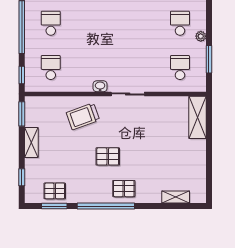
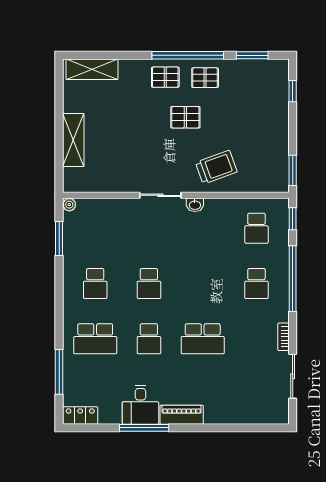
plant: (201, 36) -> (69, 205), moved
school desk: (180, 68) -> (149, 283), moved
shelving: (198, 117) -> (73, 140), moved
shelving: (31, 142) -> (281, 135), removed
pallet: (55, 191) -> (205, 78), moved
shelving: (176, 197) -> (92, 69), width x1.50, depth x1.33

